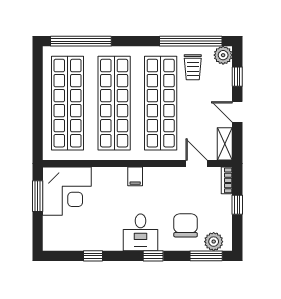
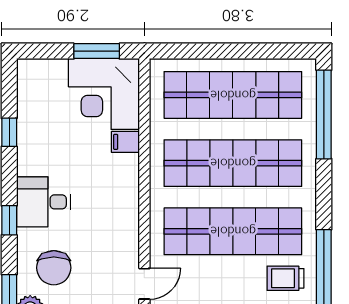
filing cabinet: (135, 176) -> (125, 142), moved
chair: (186, 225) -> (54, 268), turned 90

